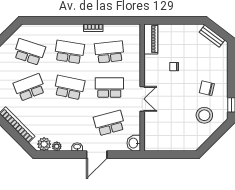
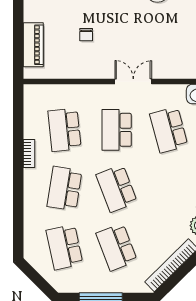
piano: (151, 39) -> (33, 45), moved, turned 90
school desk: (29, 52) -> (64, 247), turned -30
school desk: (69, 87) -> (117, 188), turned -33

